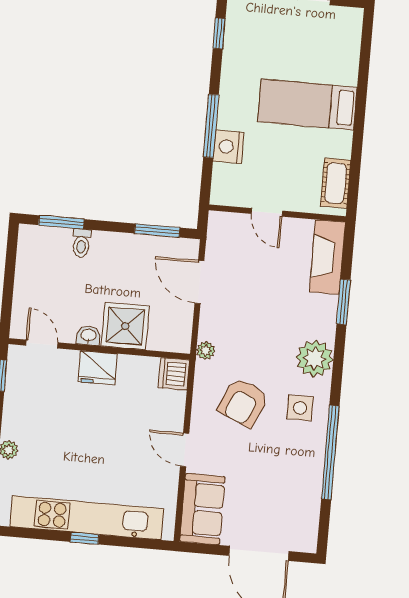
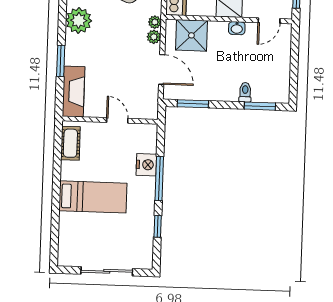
window: (219, 33) -> (158, 226), moved
shower: (125, 326) -> (191, 35), moved
plant: (208, 329) -> (154, 37), added
door: (42, 344) -> (269, 21), hinge flipped

